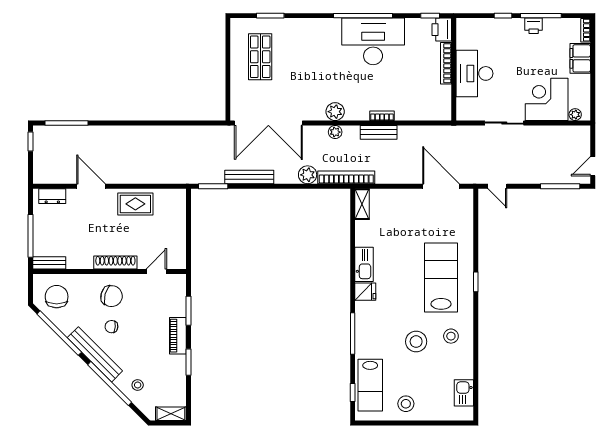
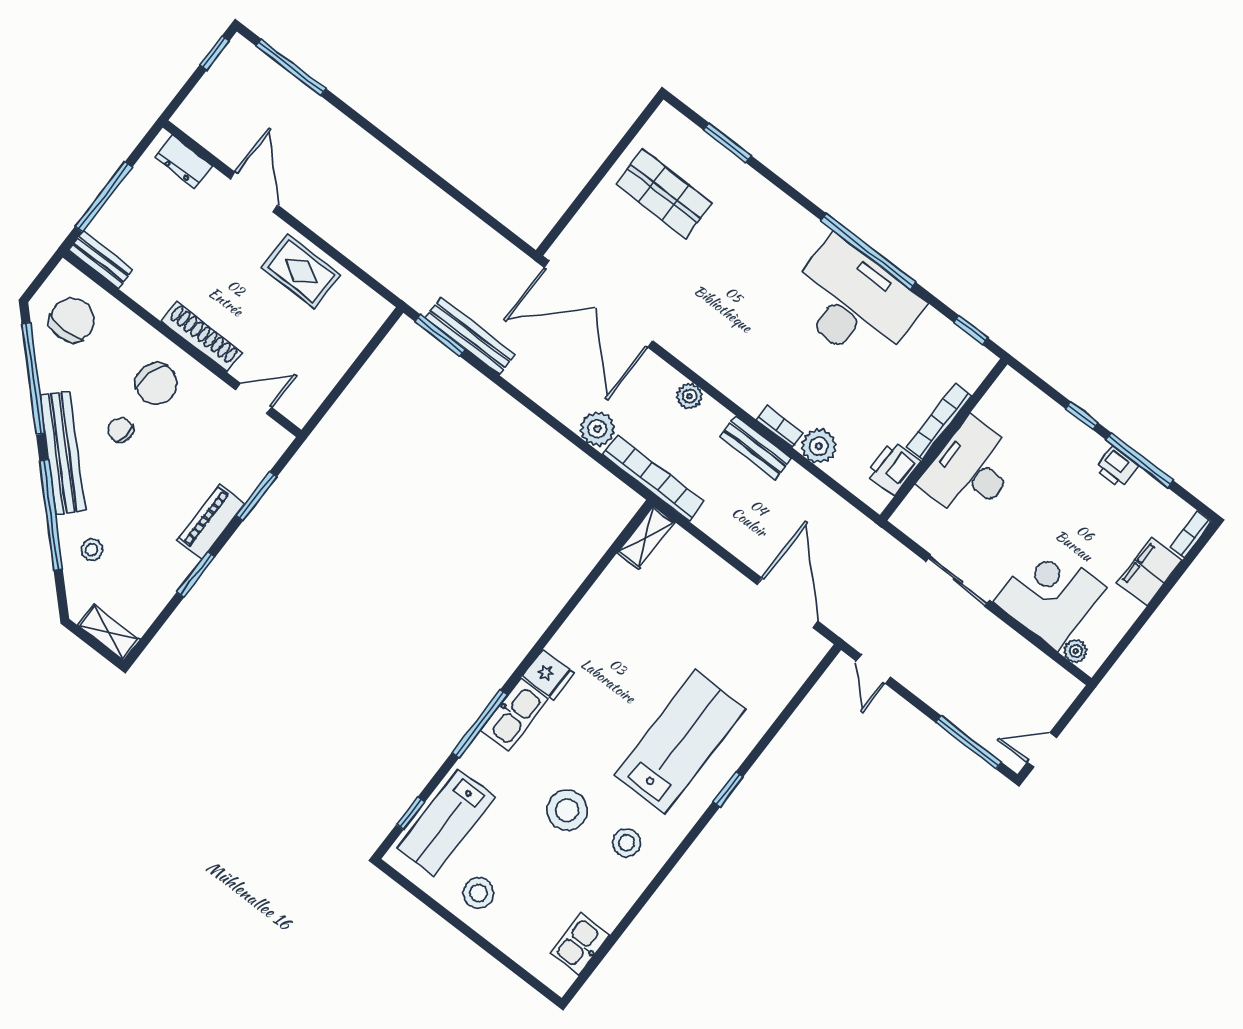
printer: (442, 30) -> (893, 468), moved
shop shelf: (260, 57) -> (664, 193), turned 90
plant: (335, 112) -> (819, 446), moved
bench: (249, 177) -> (470, 336), moved
kitchen sink: (364, 264) -> (515, 714), moved

